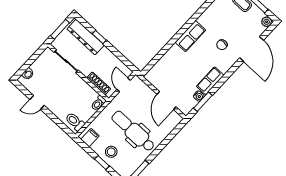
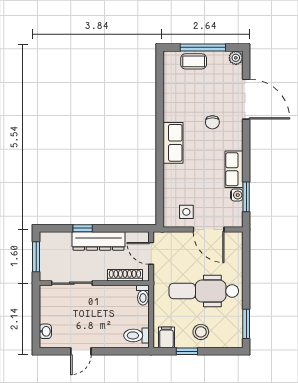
dresser: (86, 37) -> (98, 241), moved
side table: (163, 80) -> (186, 212), added
window: (102, 163) -> (187, 351), moved

